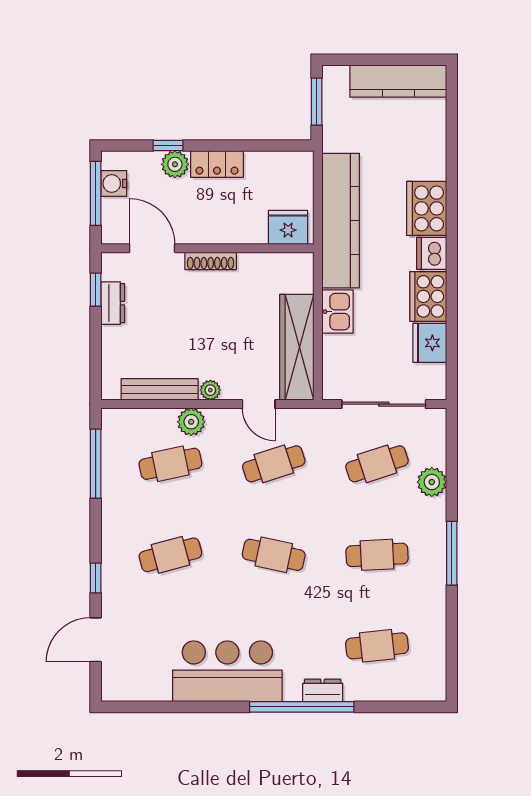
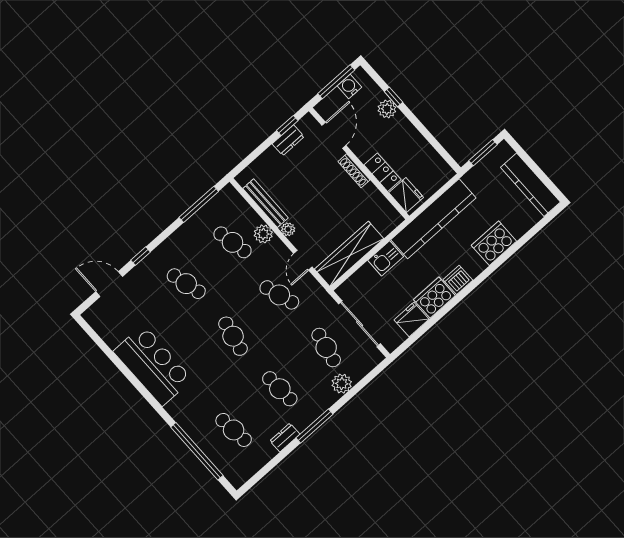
locker: (217, 164) -> (383, 172), moved, turned 180
cooker: (427, 208) -> (494, 243), moved
cafe table: (377, 464) -> (326, 347), turned 30
dresser: (323, 690) -> (285, 437), moved, turned -90
window: (302, 707) -> (197, 451), moved

